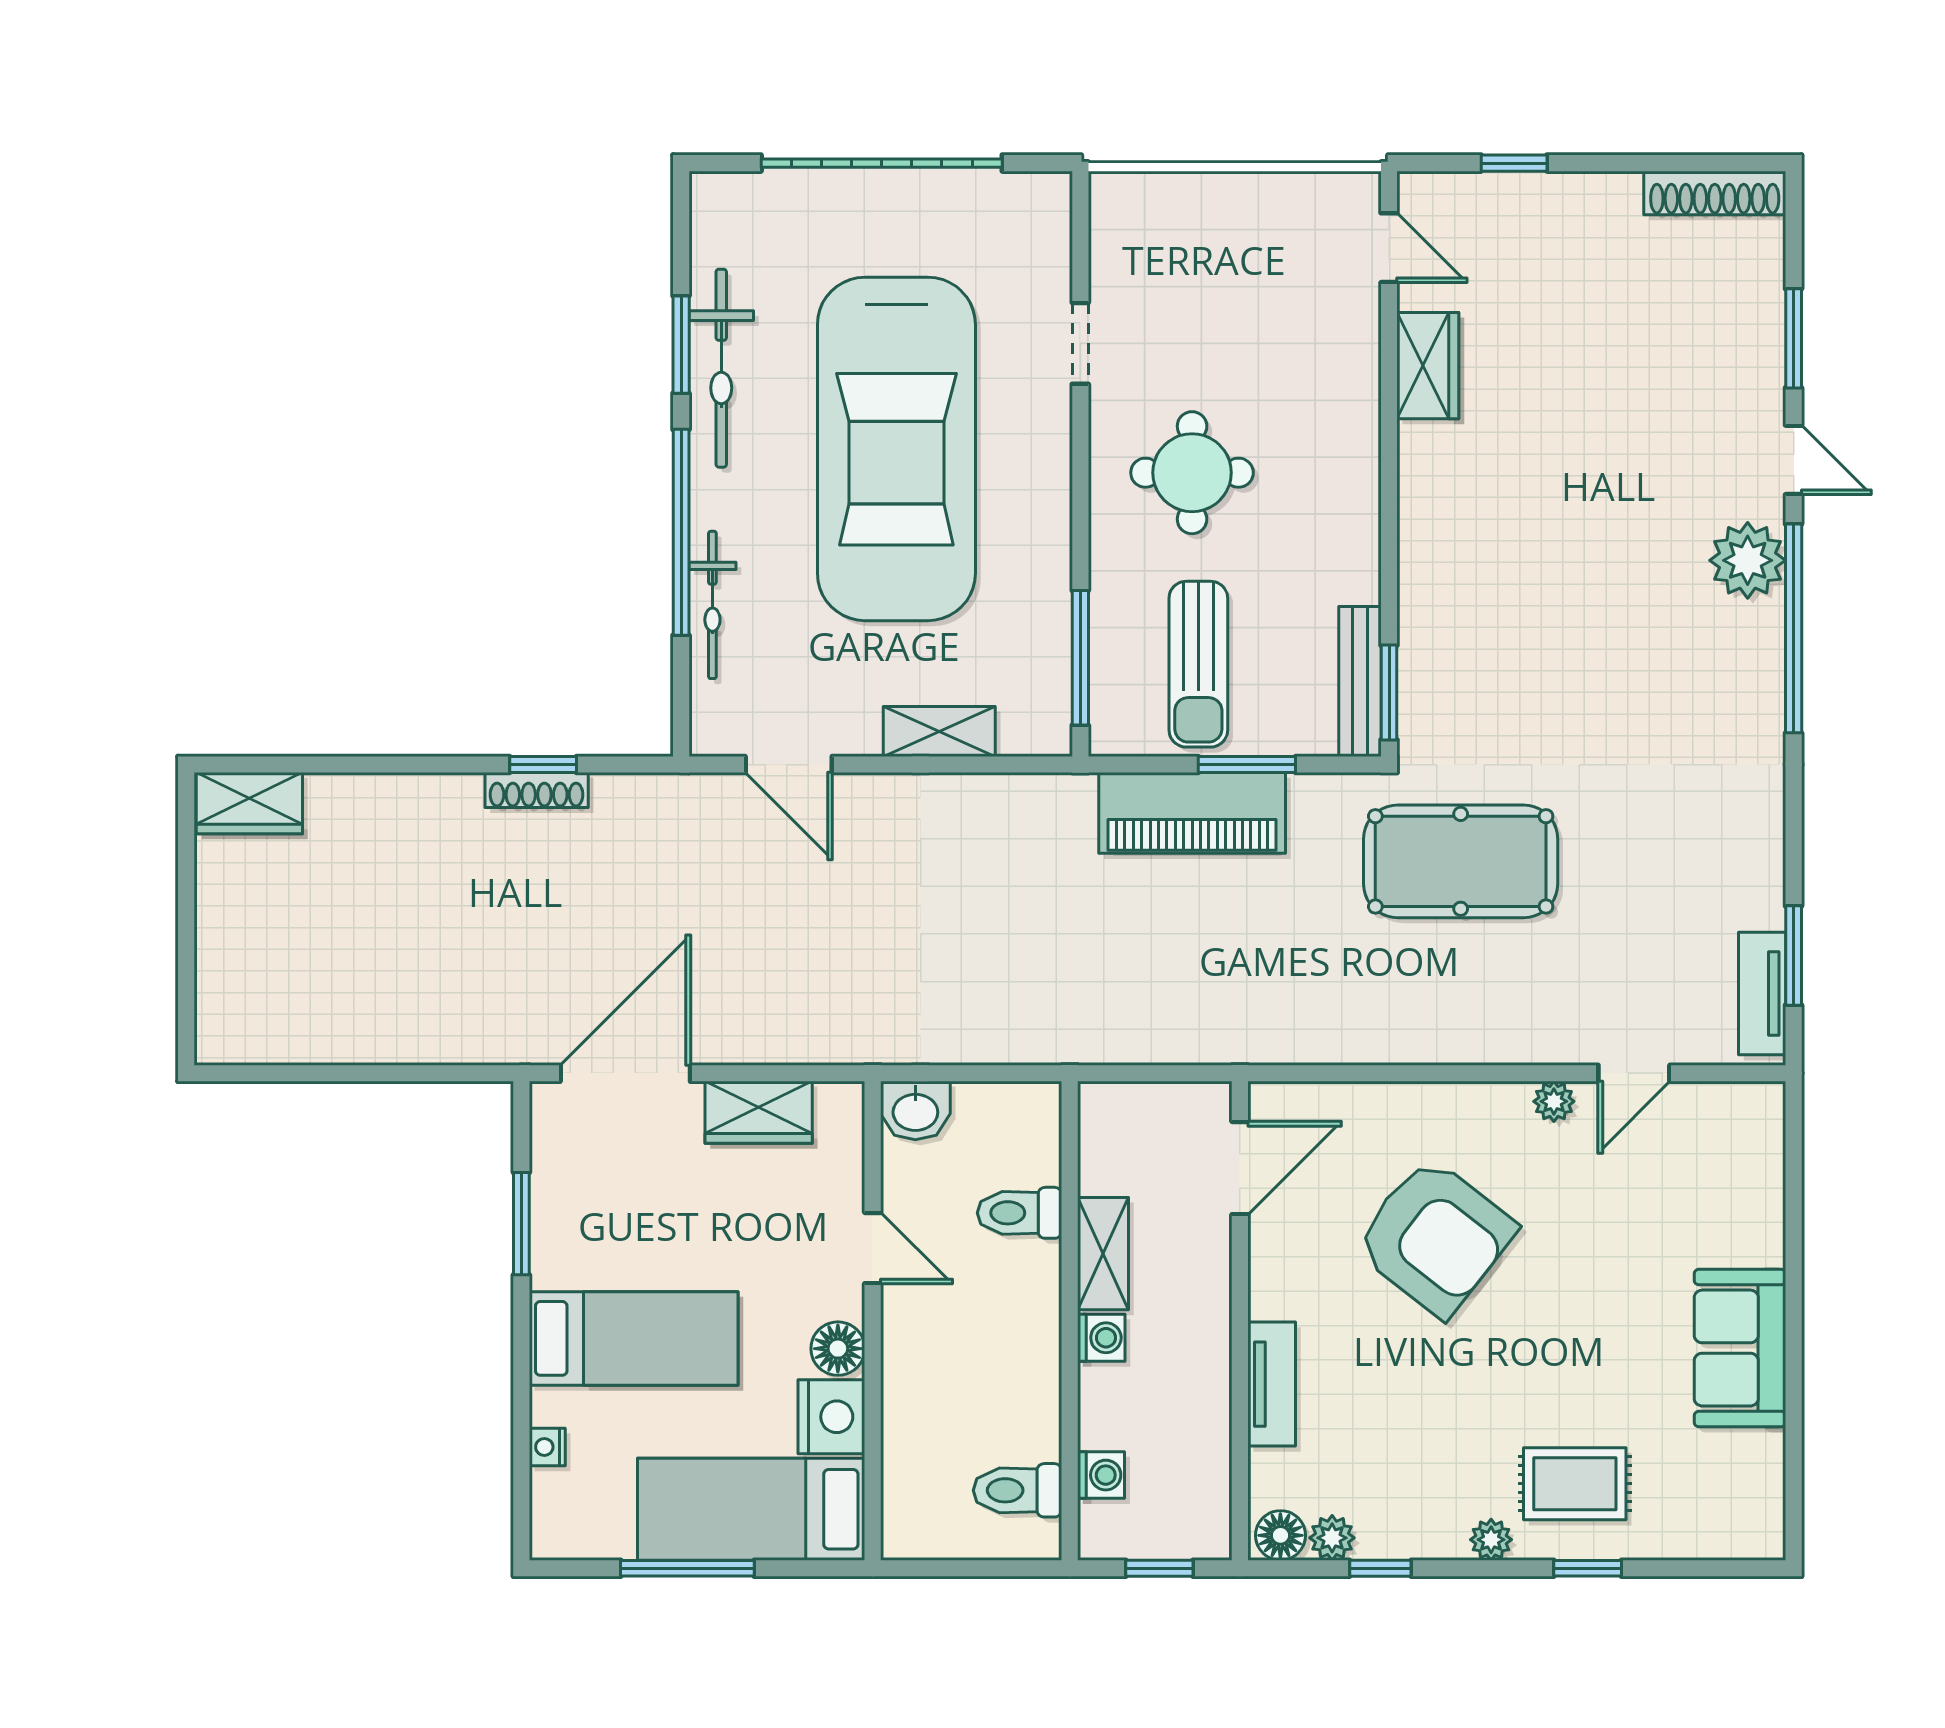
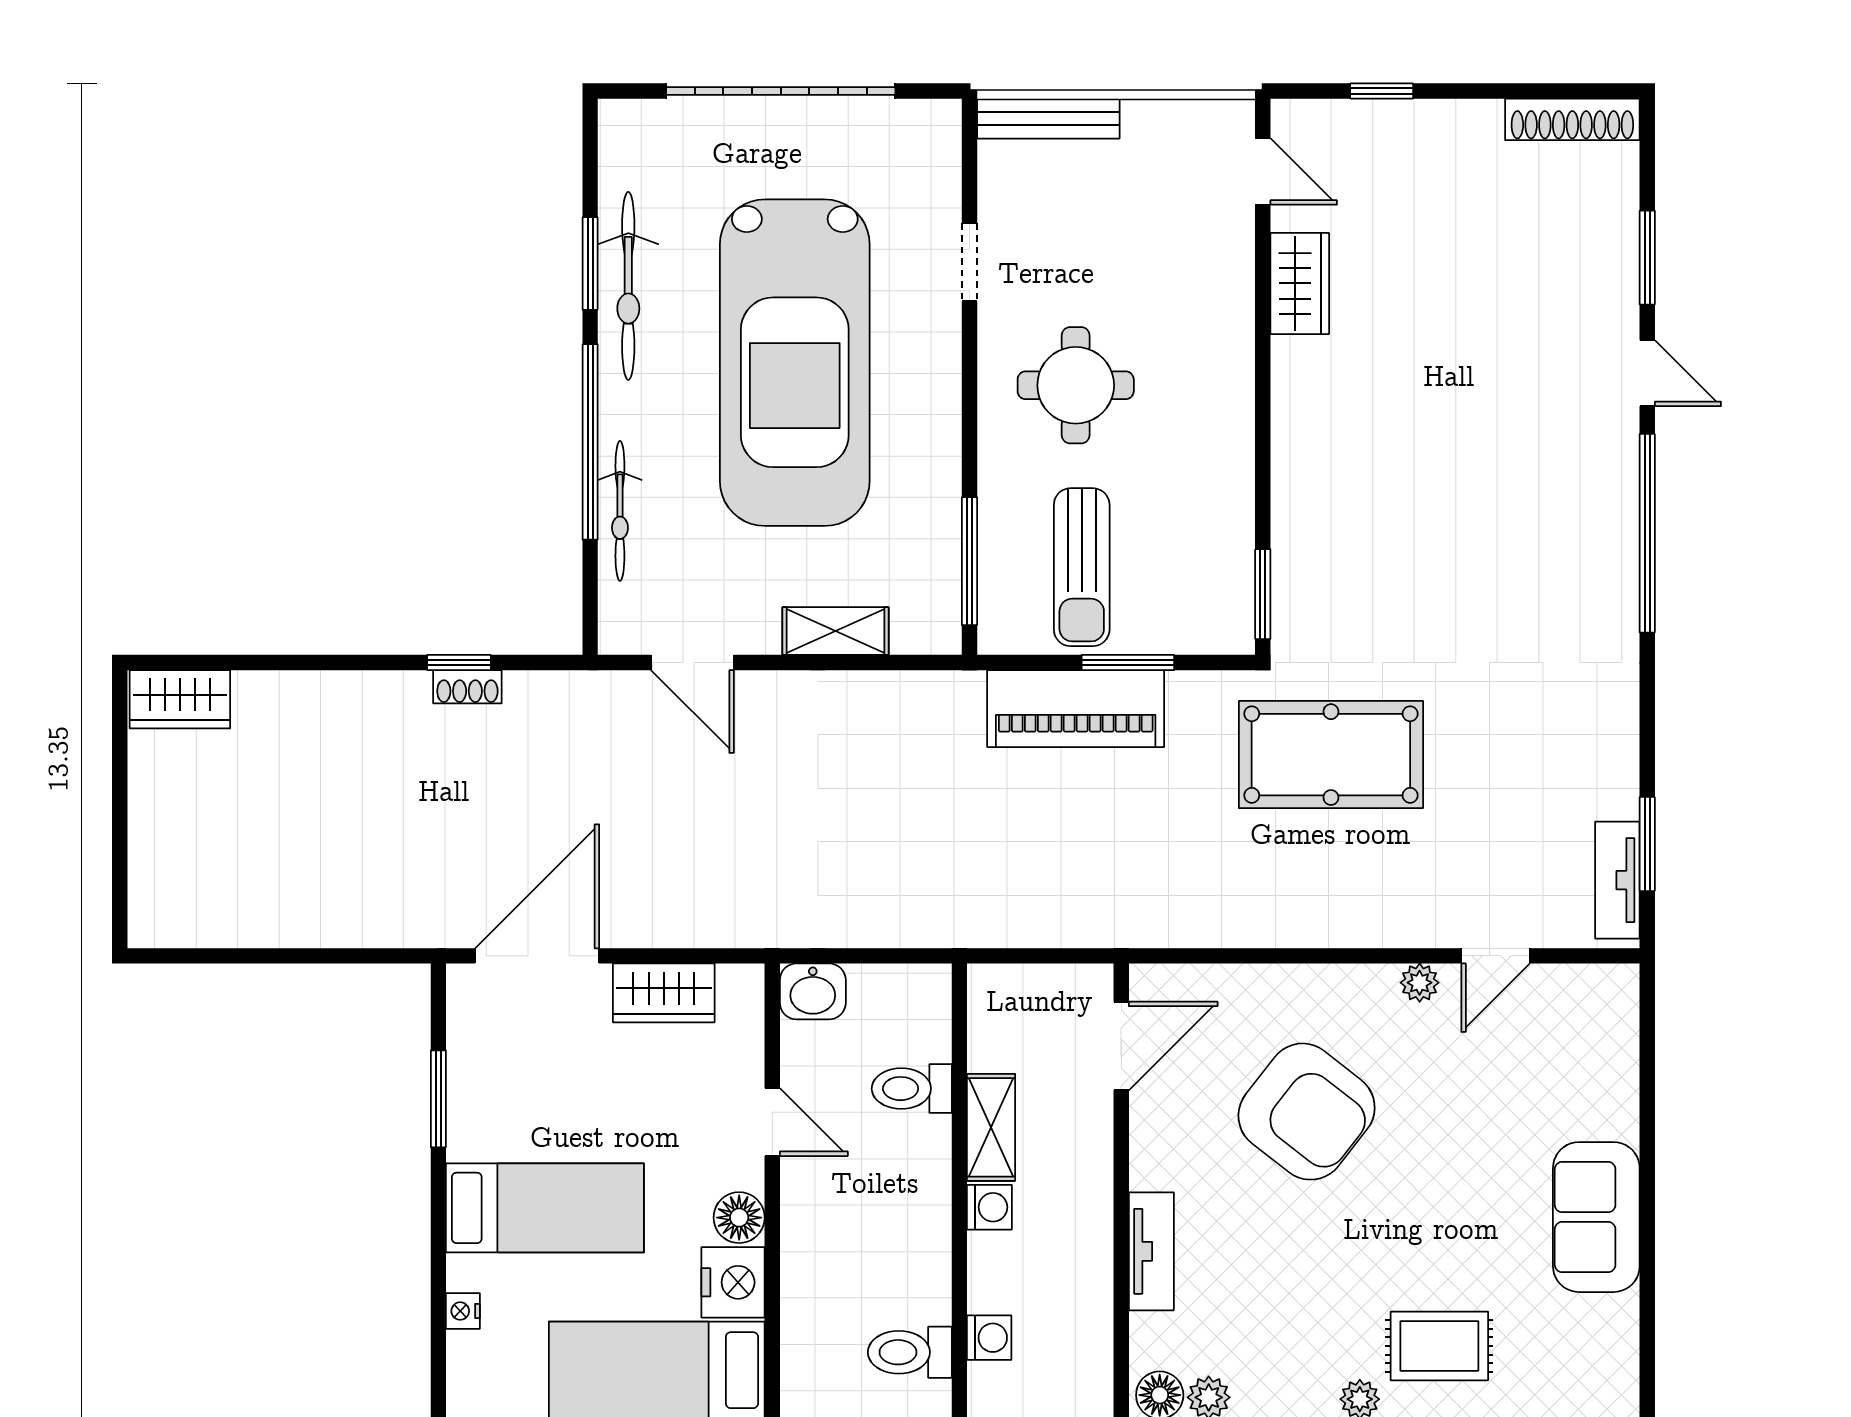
plant: (1748, 560) -> (1604, 468), removed
bench: (1360, 681) -> (1048, 119), moved, turned 90
shoe rack: (537, 790) -> (467, 687), width x0.70

